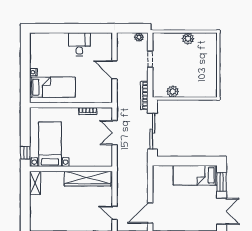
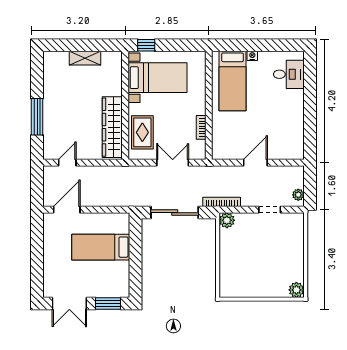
plant: (188, 39) -> (296, 290), moved
desk: (79, 44) -> (289, 74), moved
plant: (173, 92) -> (227, 220), moved
rug: (92, 156) -> (142, 132), added
bed: (195, 175) -> (101, 247), moved, turned -90
shelving: (35, 183) -> (85, 58), moved
door: (150, 213) -> (67, 210), hinge flipped

